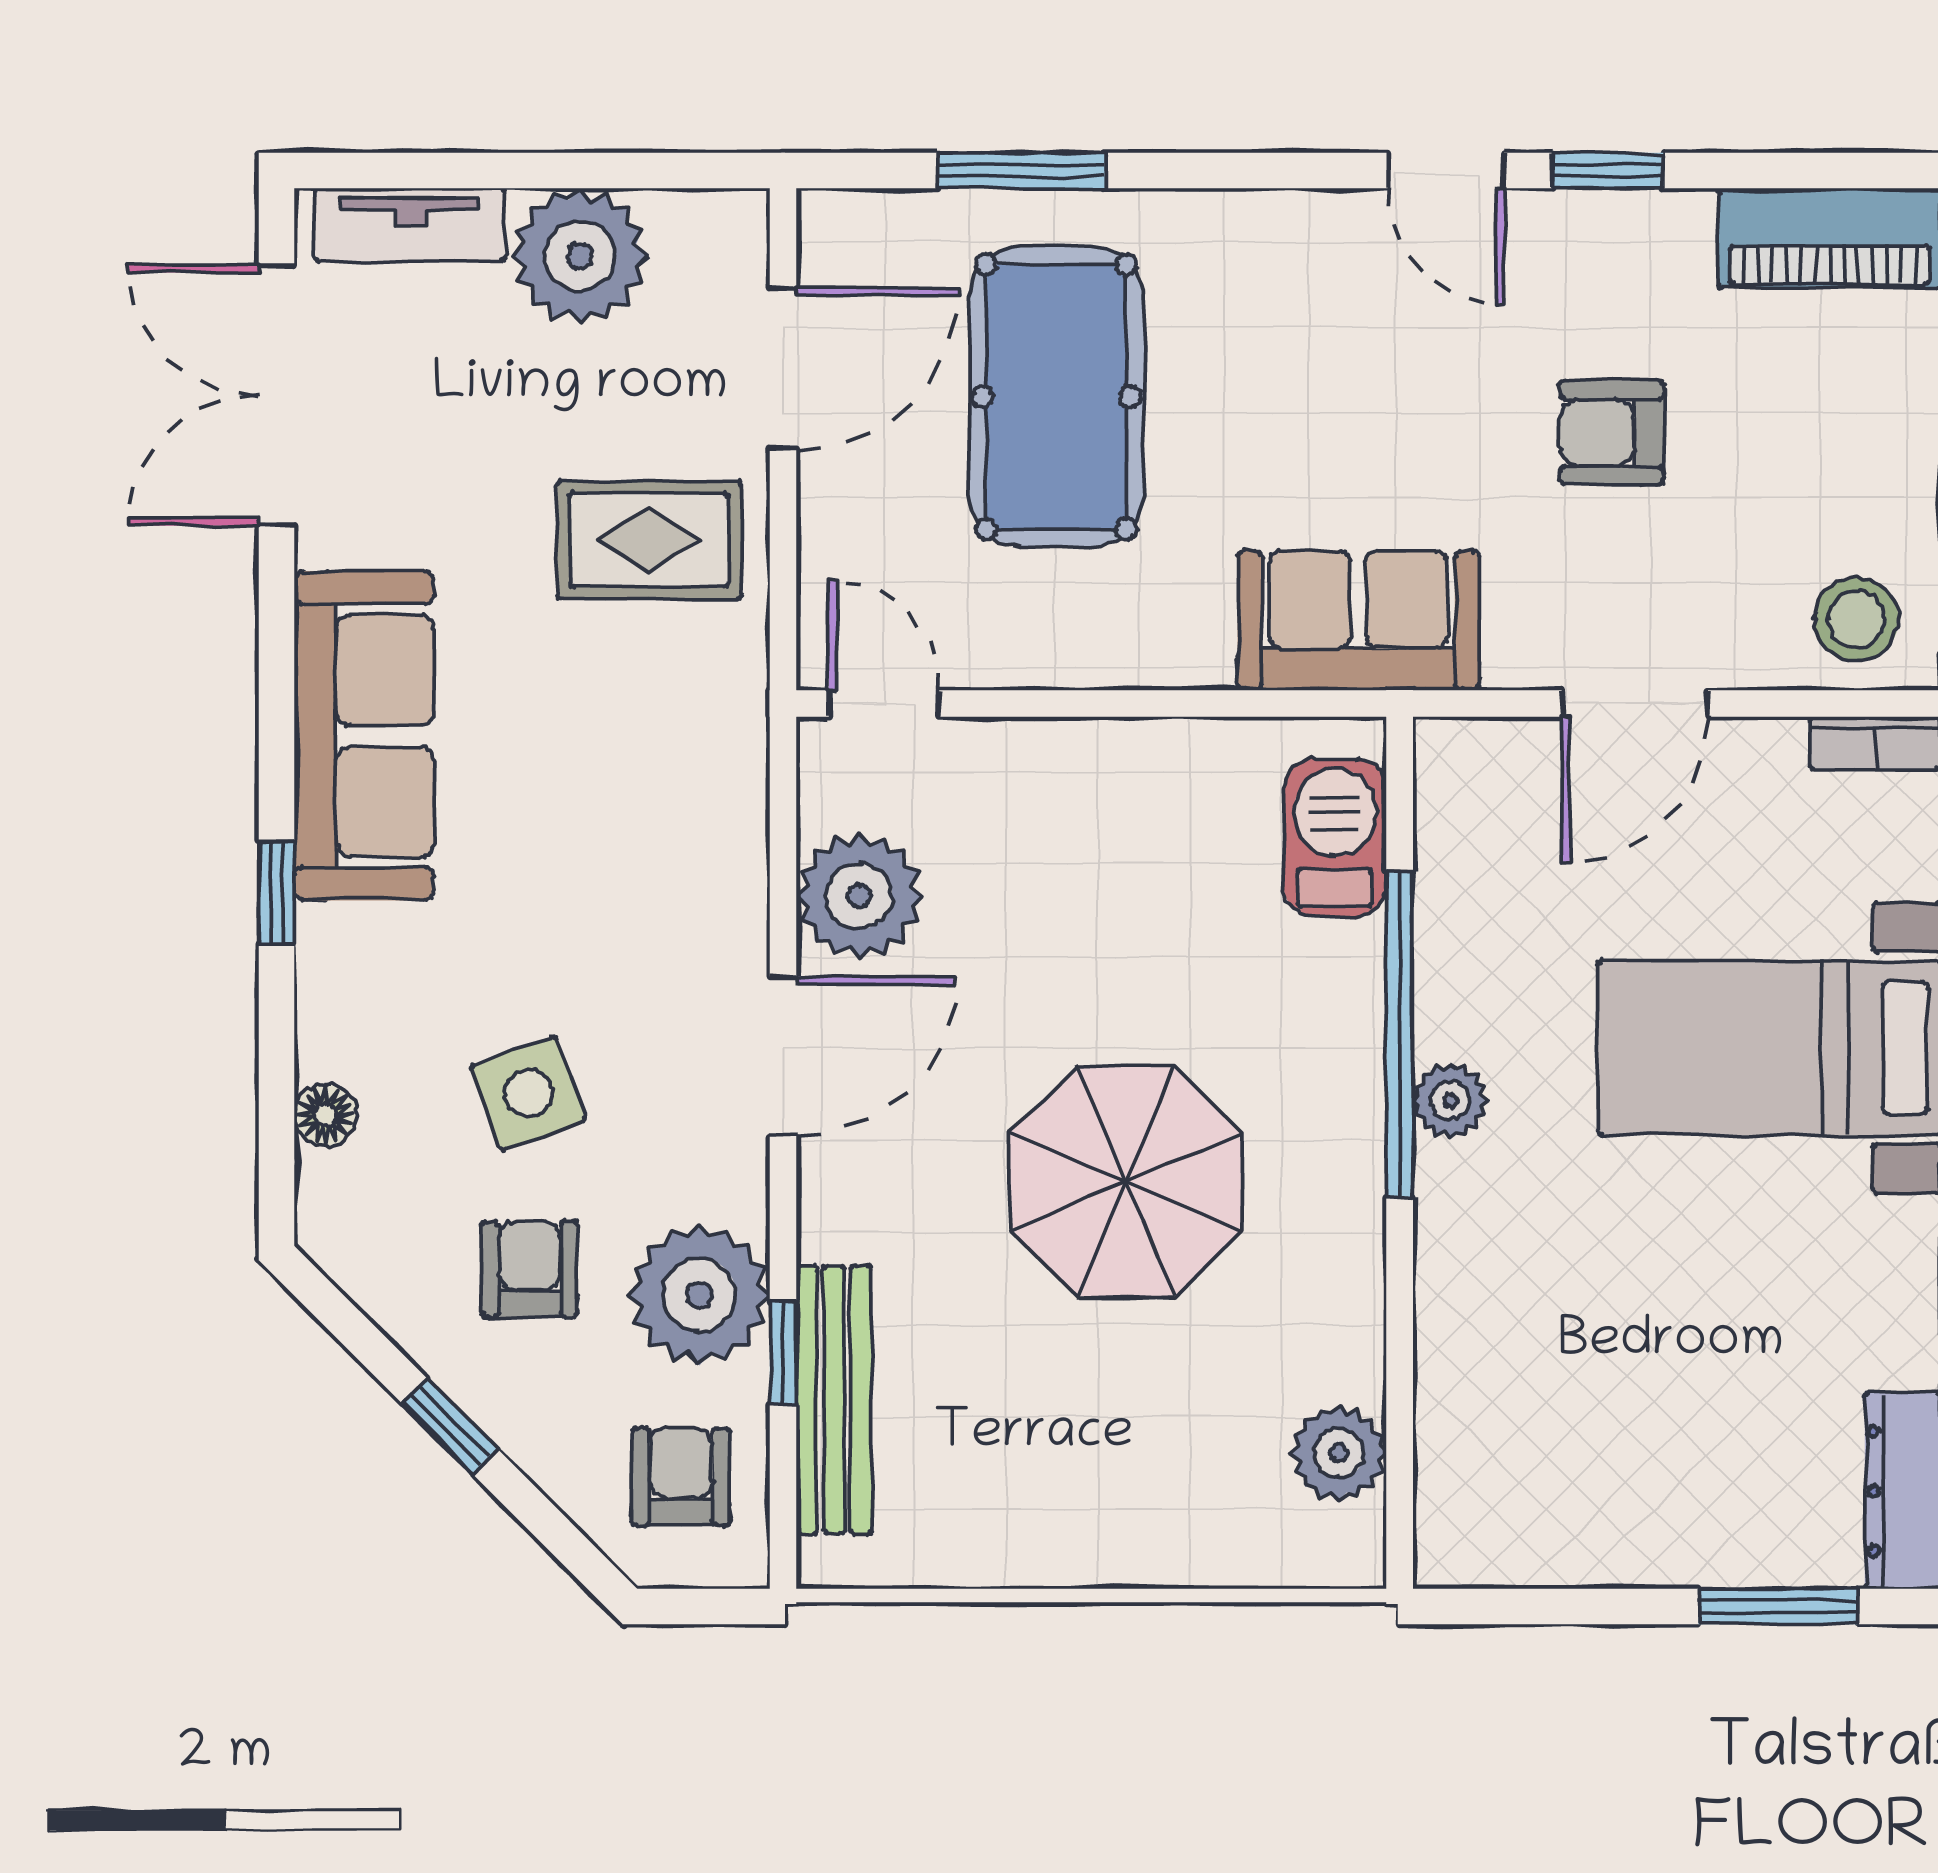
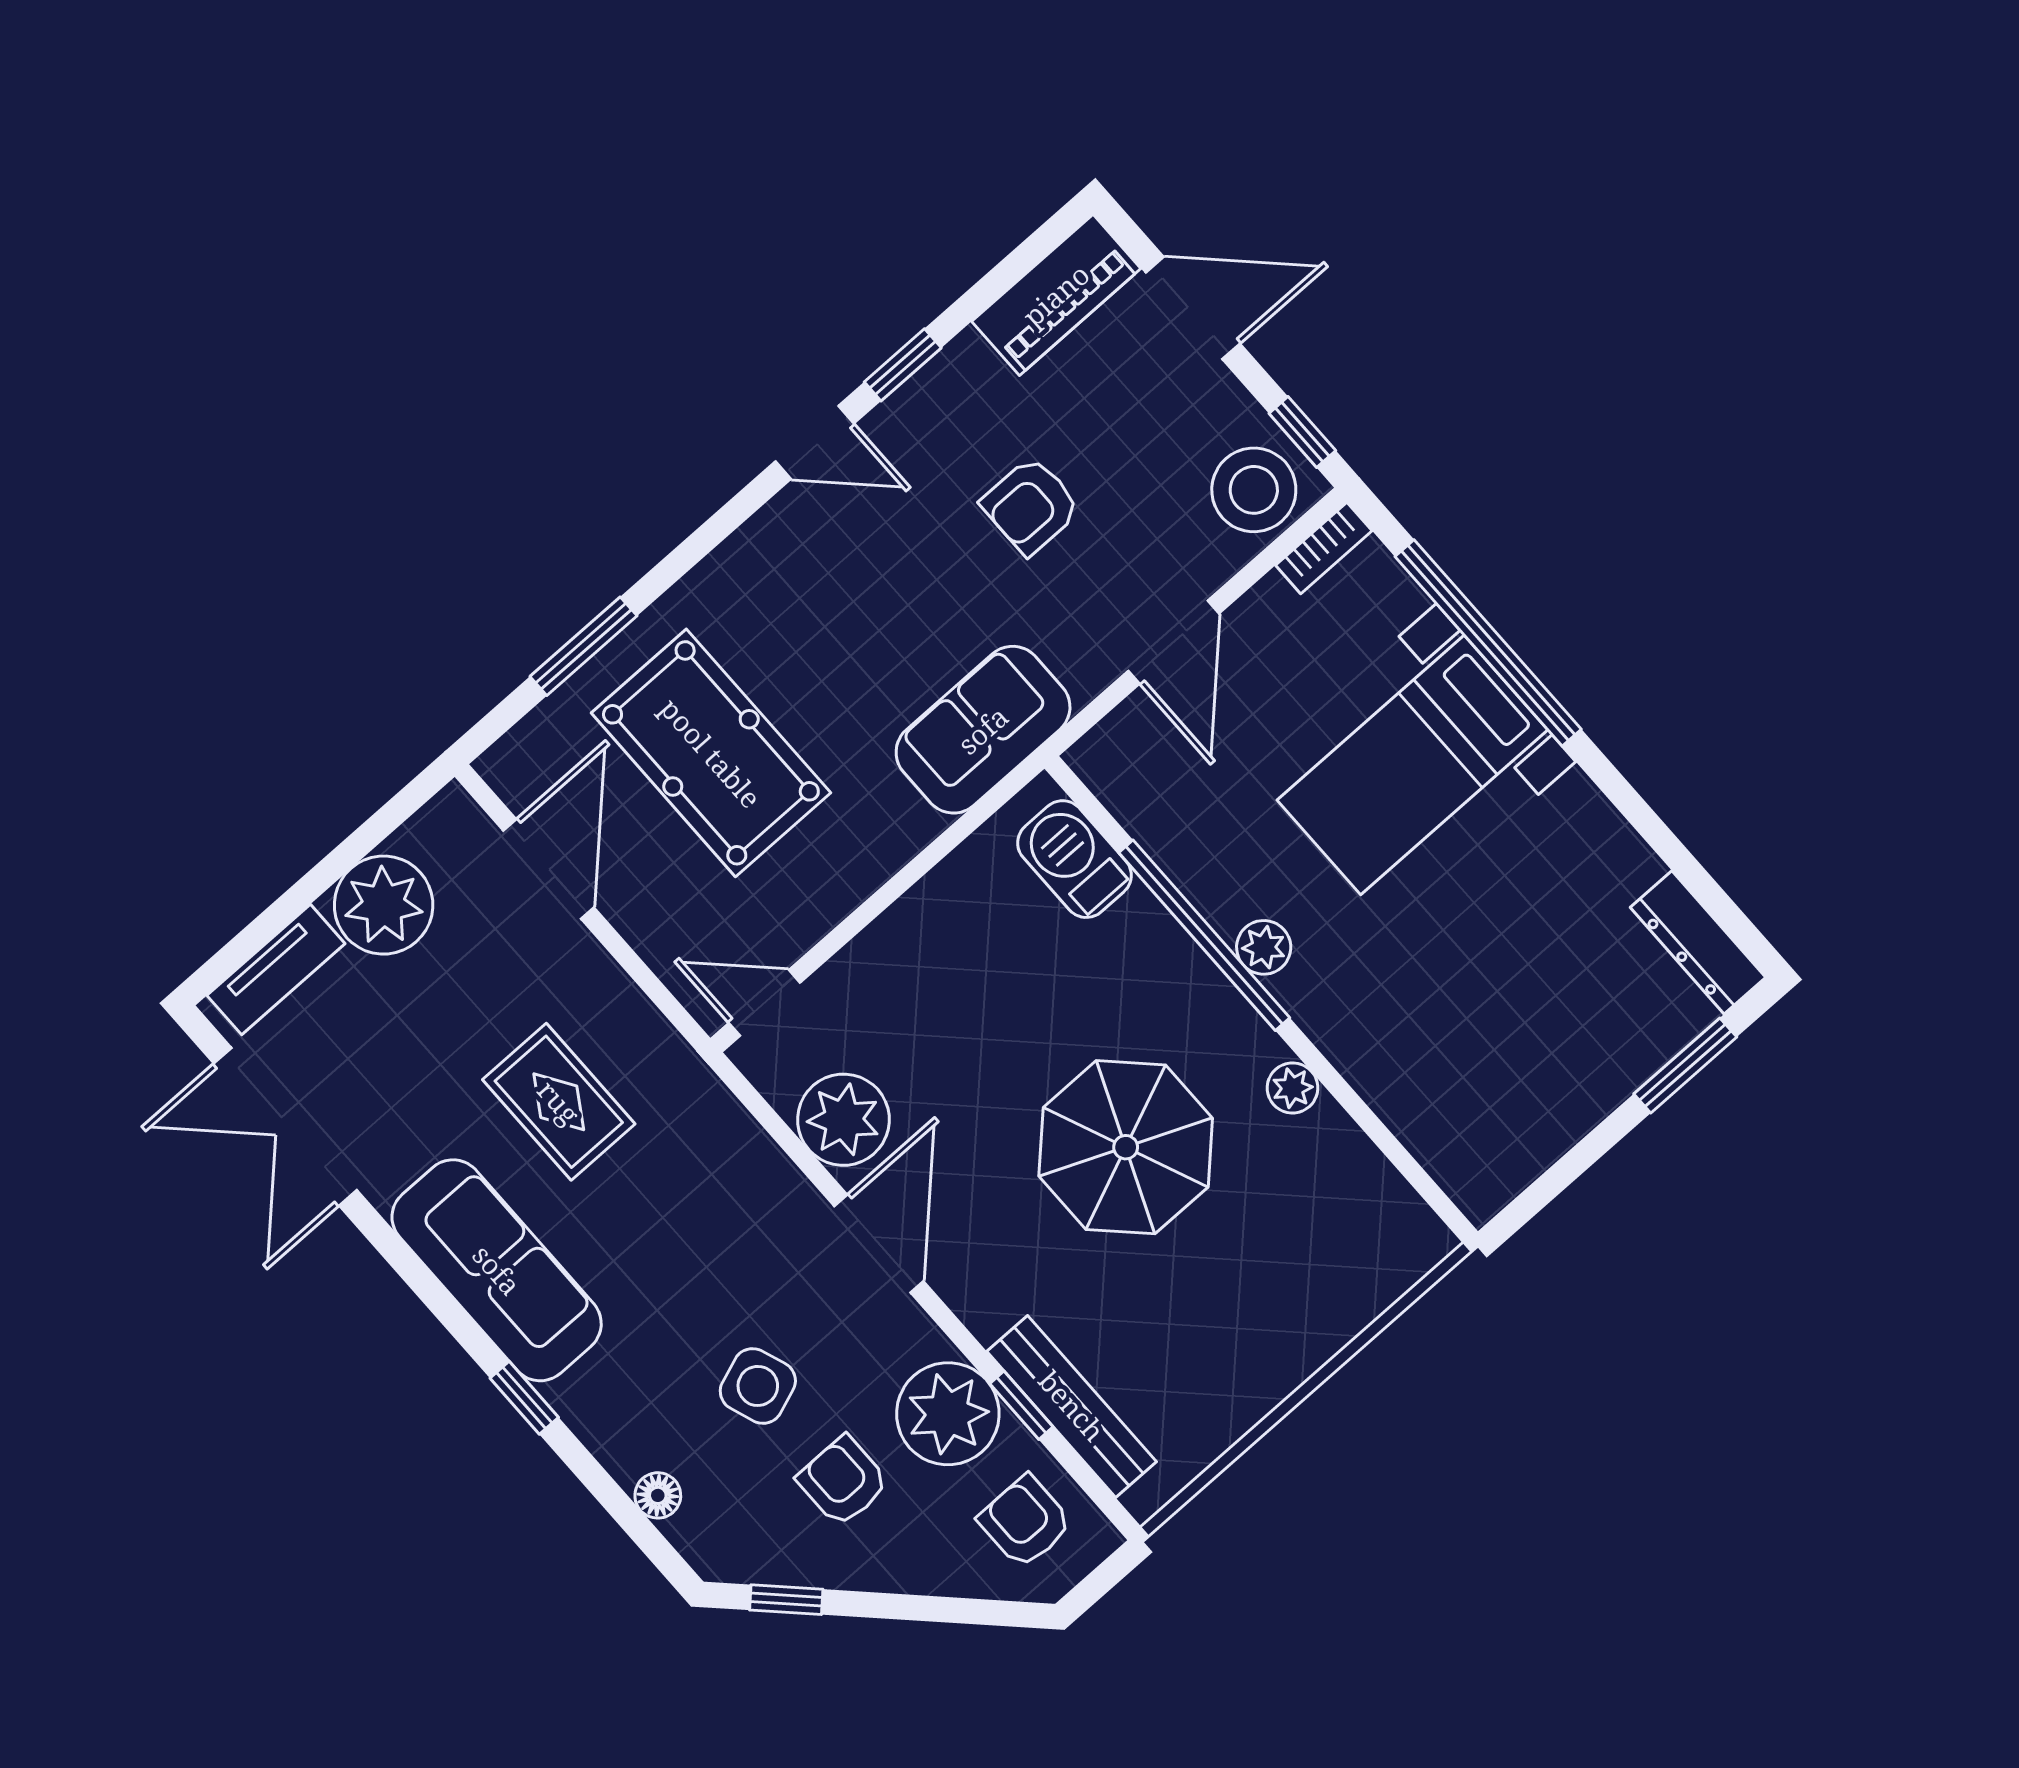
rug: (649, 540) -> (559, 1102), moved, turned 90
stool: (1856, 619) -> (1254, 490), width x1.38, depth x1.38
window: (450, 1427) -> (786, 1600), moved
plant: (1339, 1453) -> (1292, 1088), moved, width x0.73, depth x0.73

